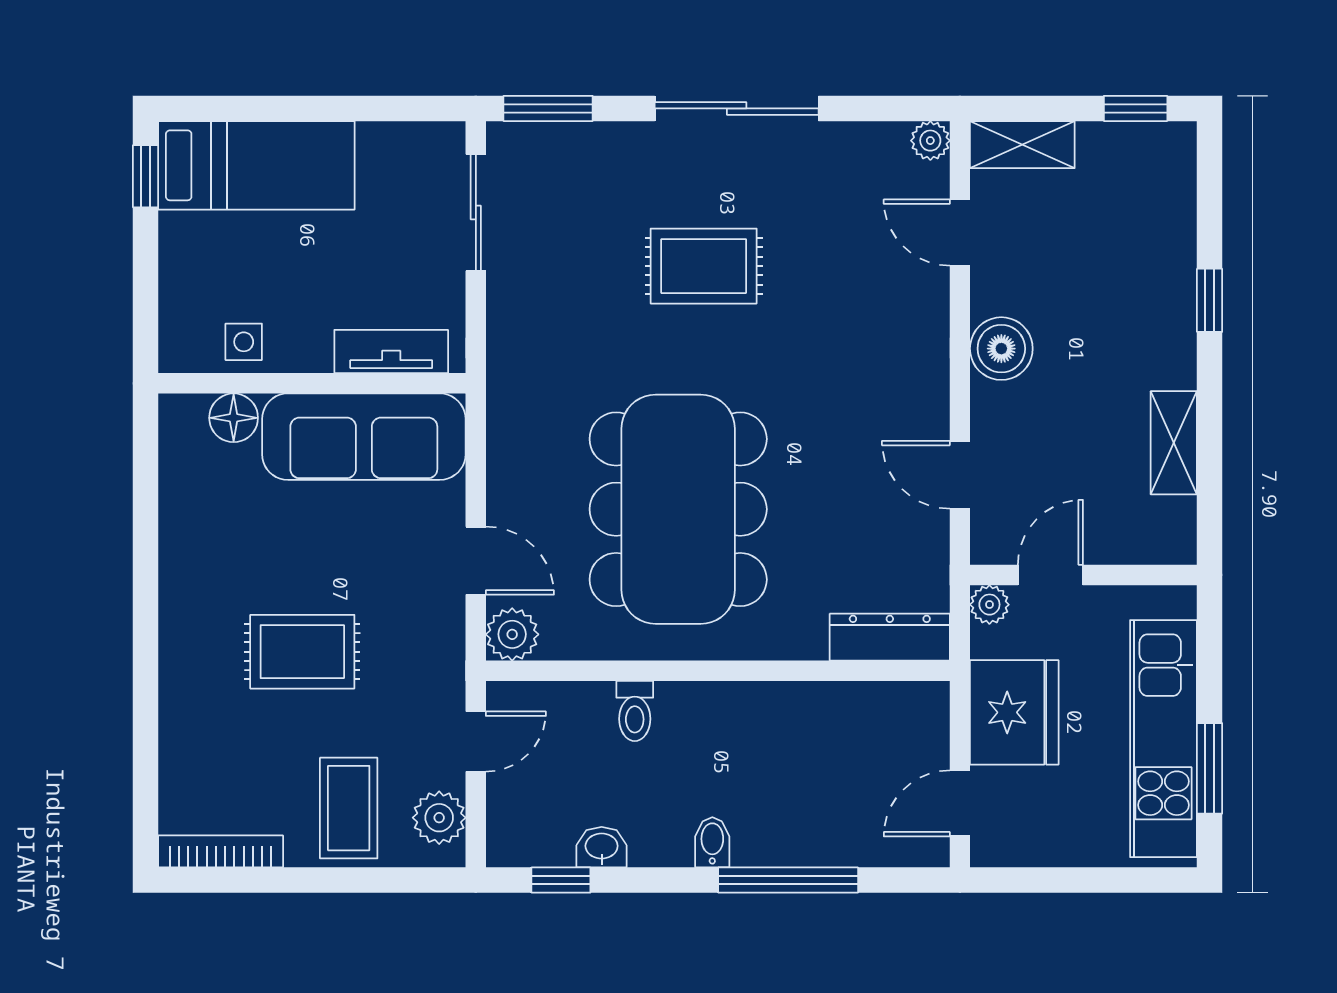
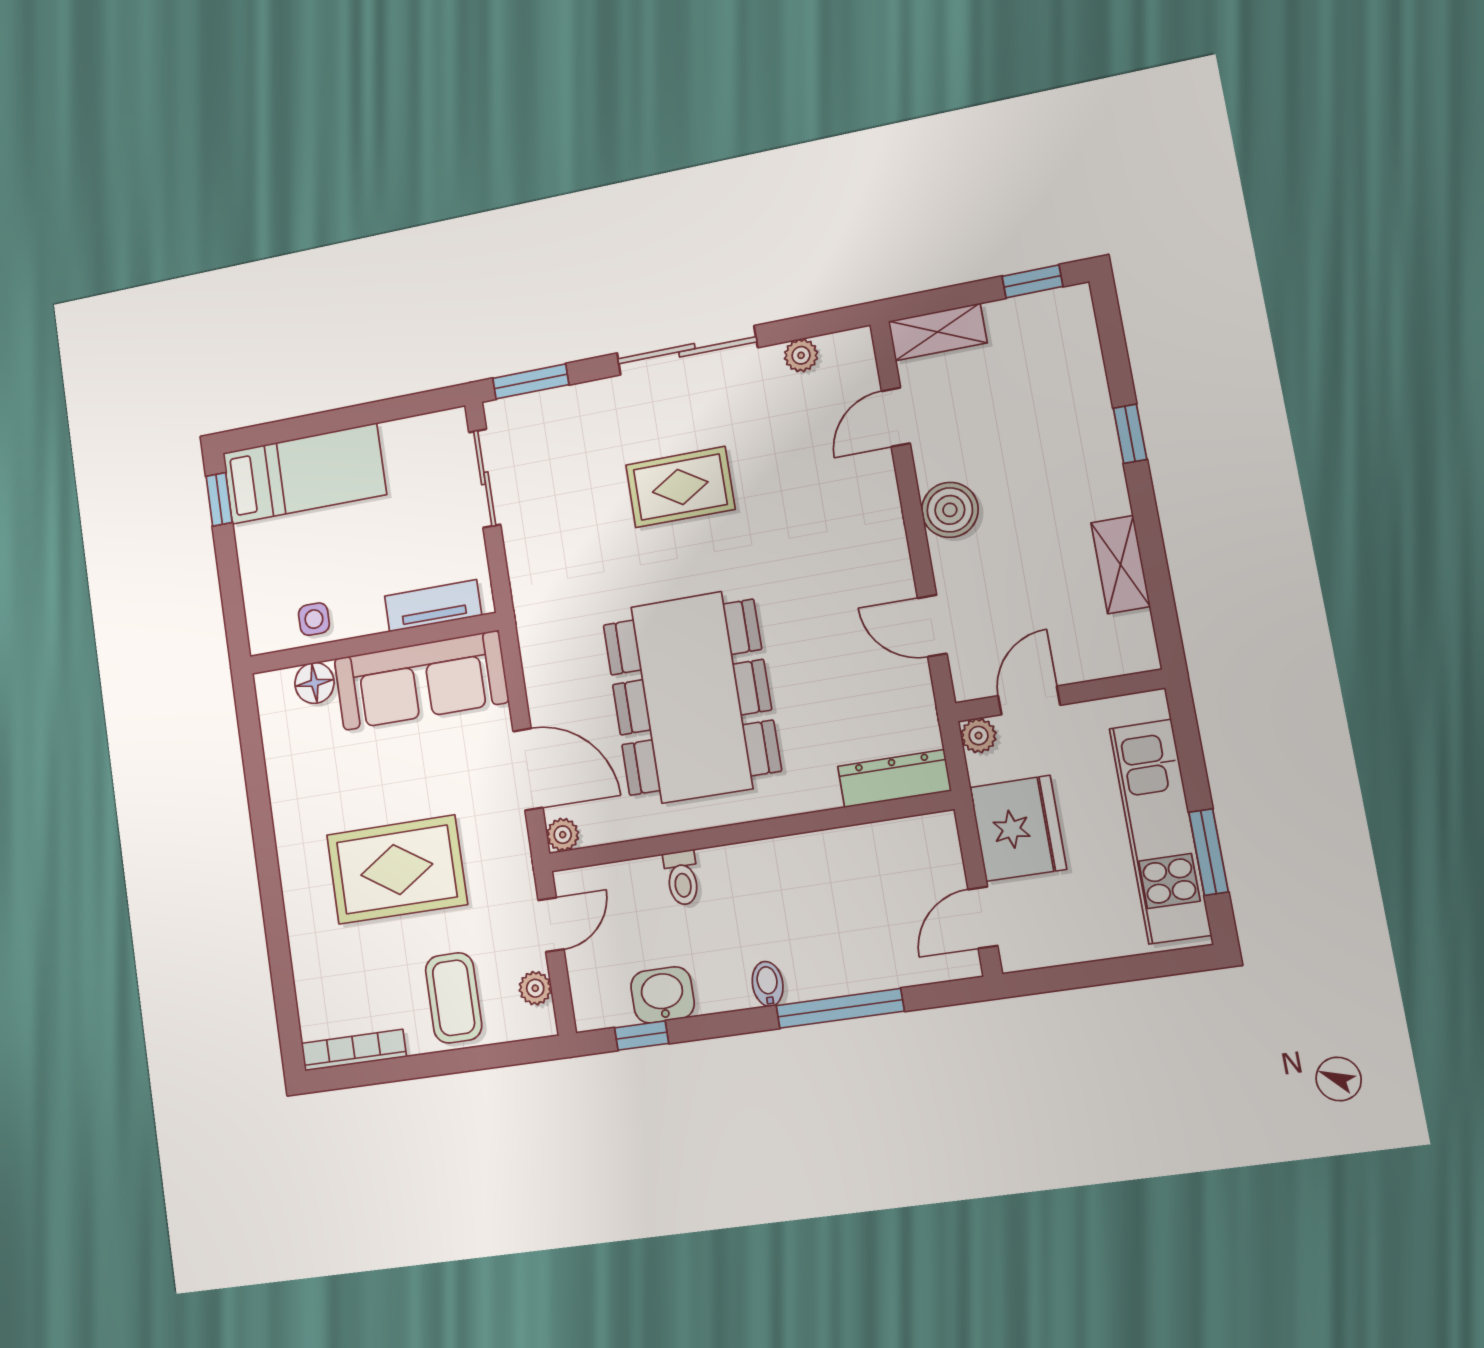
plant: (930, 141) -> (801, 355), moved
door: (960, 233) -> (896, 417), hinge flipped
door: (476, 561) -> (528, 769), width x1.38
plant: (512, 634) -> (563, 835), width x0.73, depth x0.73
rug: (302, 652) -> (397, 870), width x1.36, depth x1.43
plant: (439, 818) -> (535, 988), width x0.73, depth x0.73
washbasin: (602, 847) -> (663, 995), width x1.38, depth x1.45

